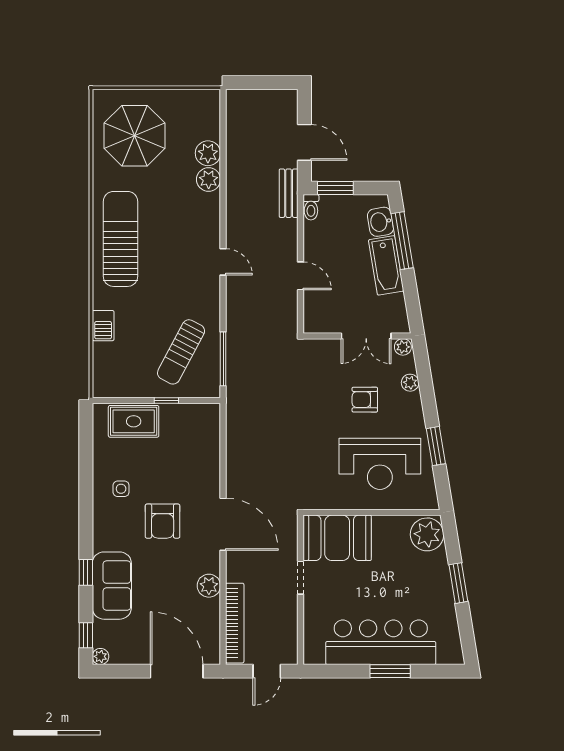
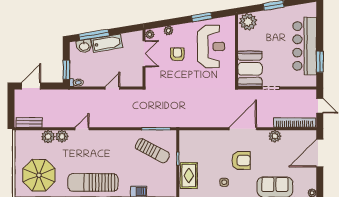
door: (304, 142) -> (31, 86), moved
bench: (289, 193) -> (29, 122), moved
door: (223, 262) -> (82, 129), moved
armchair: (365, 400) -> (177, 54), turned 180
window: (390, 671) -> (320, 62), moved

